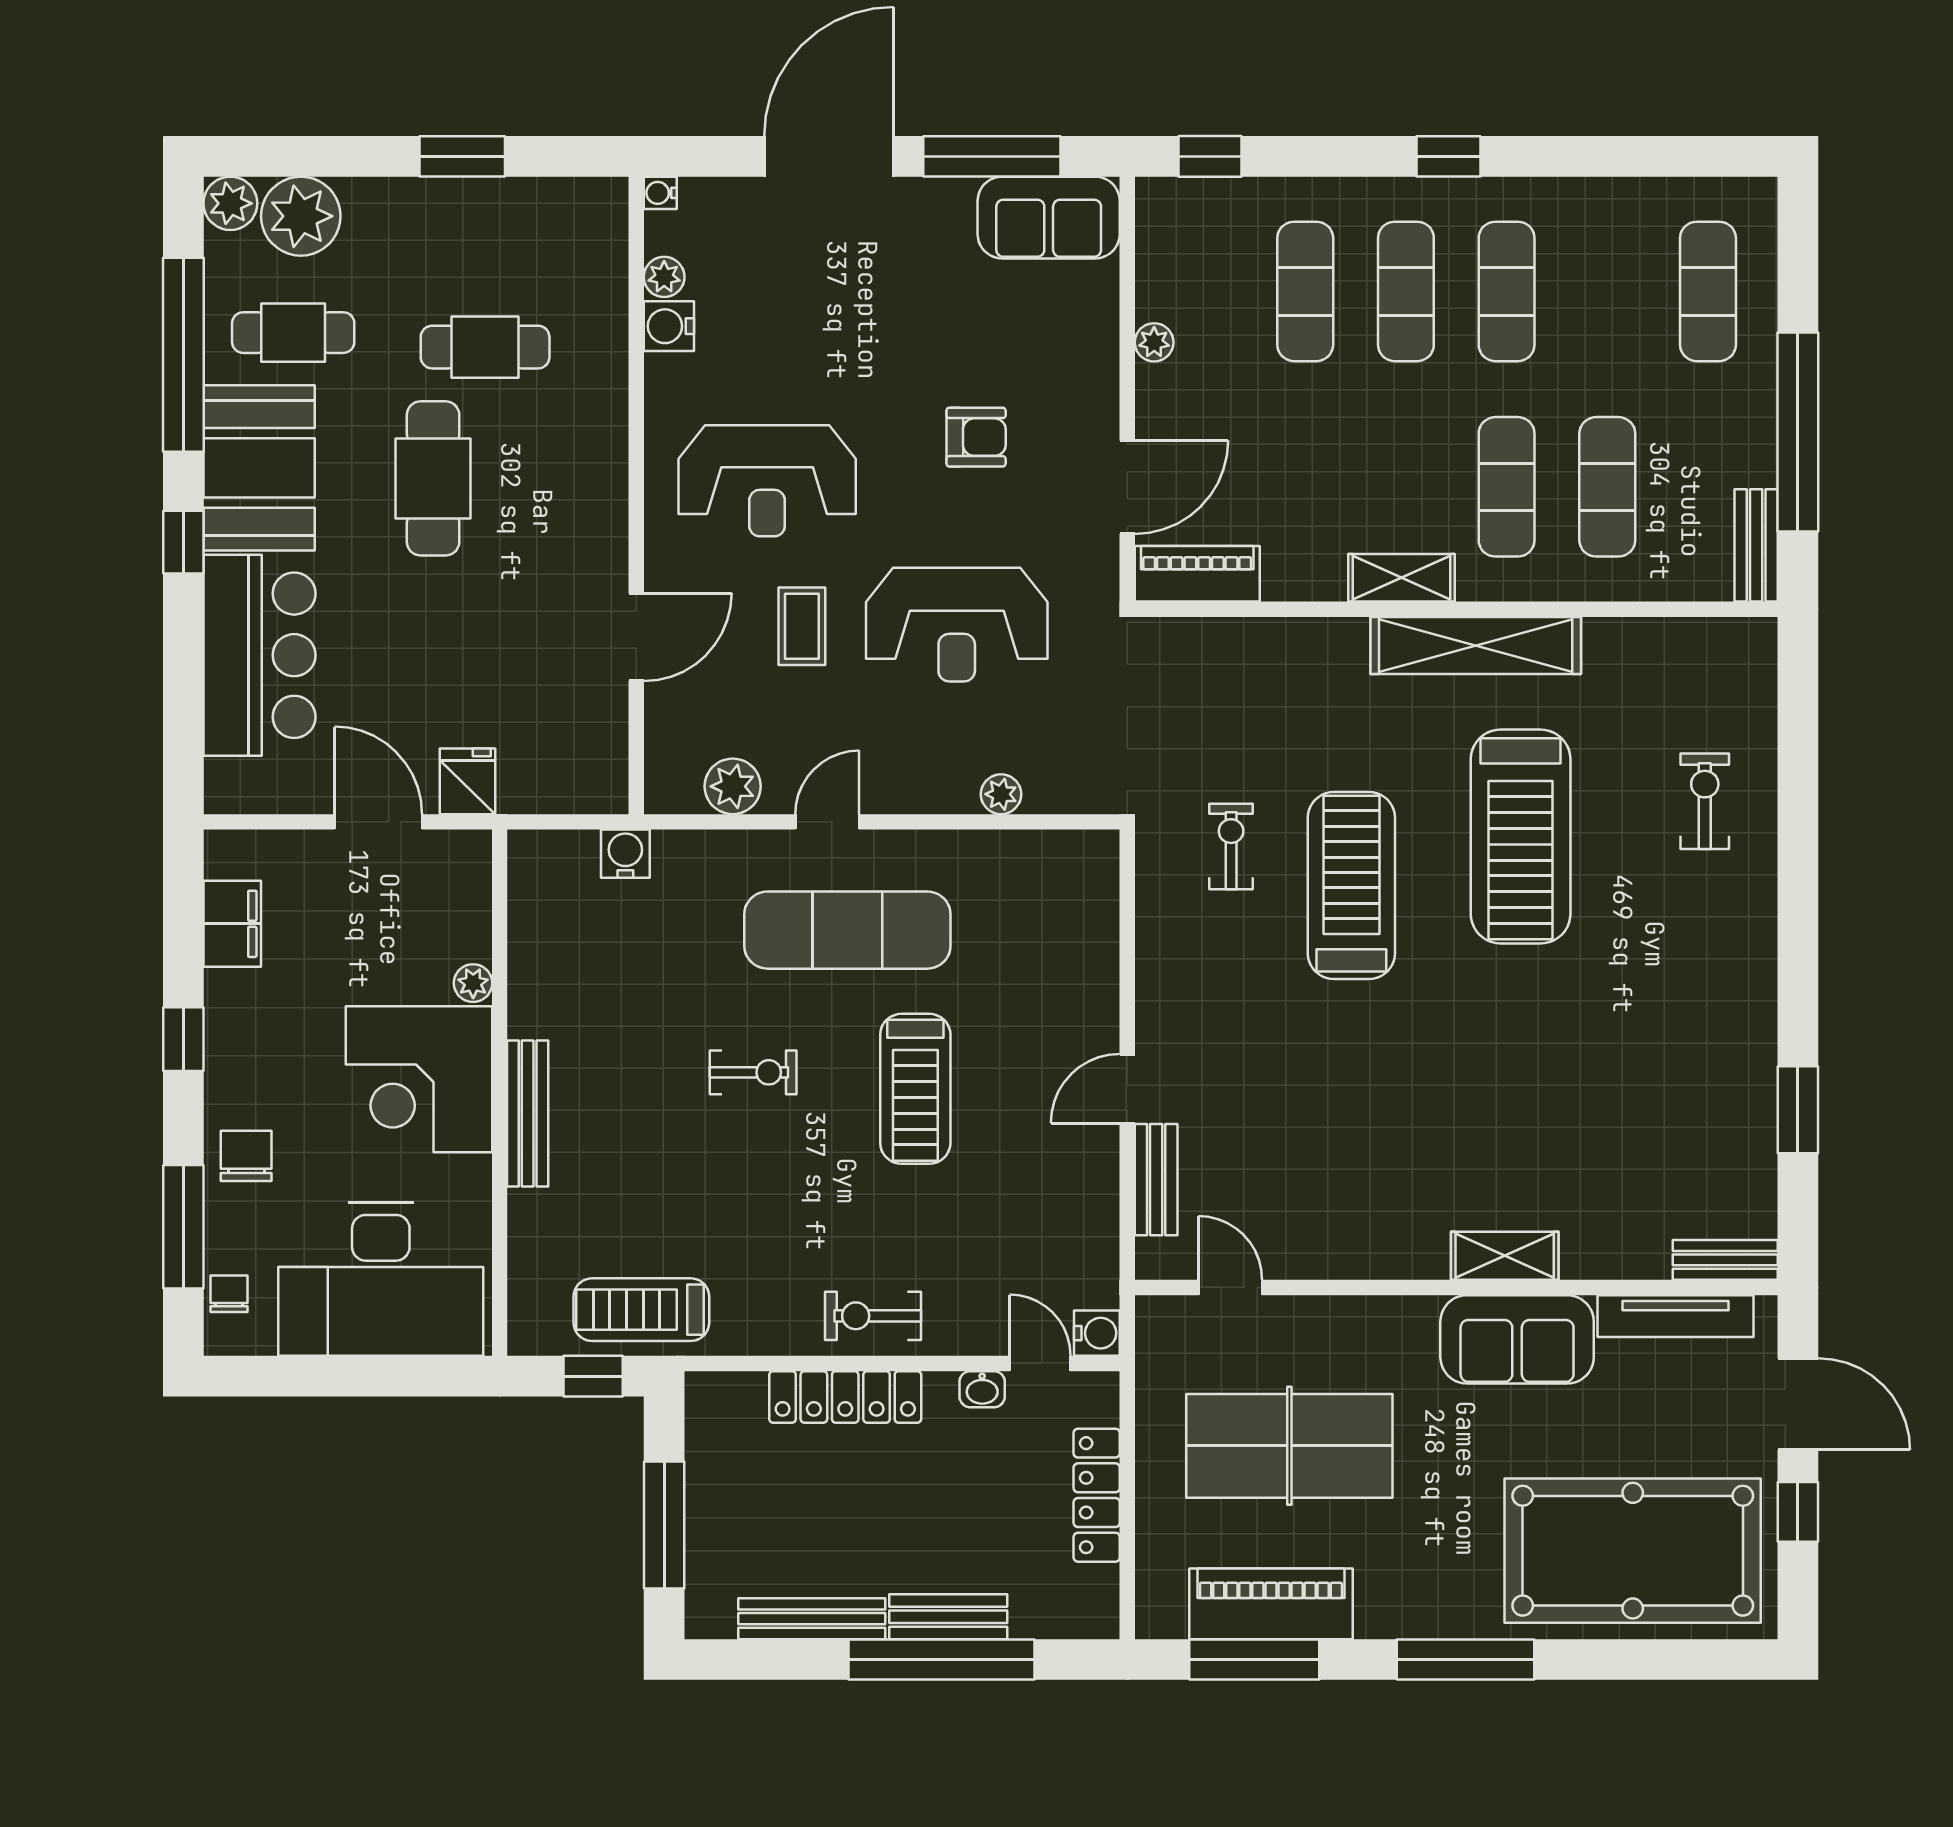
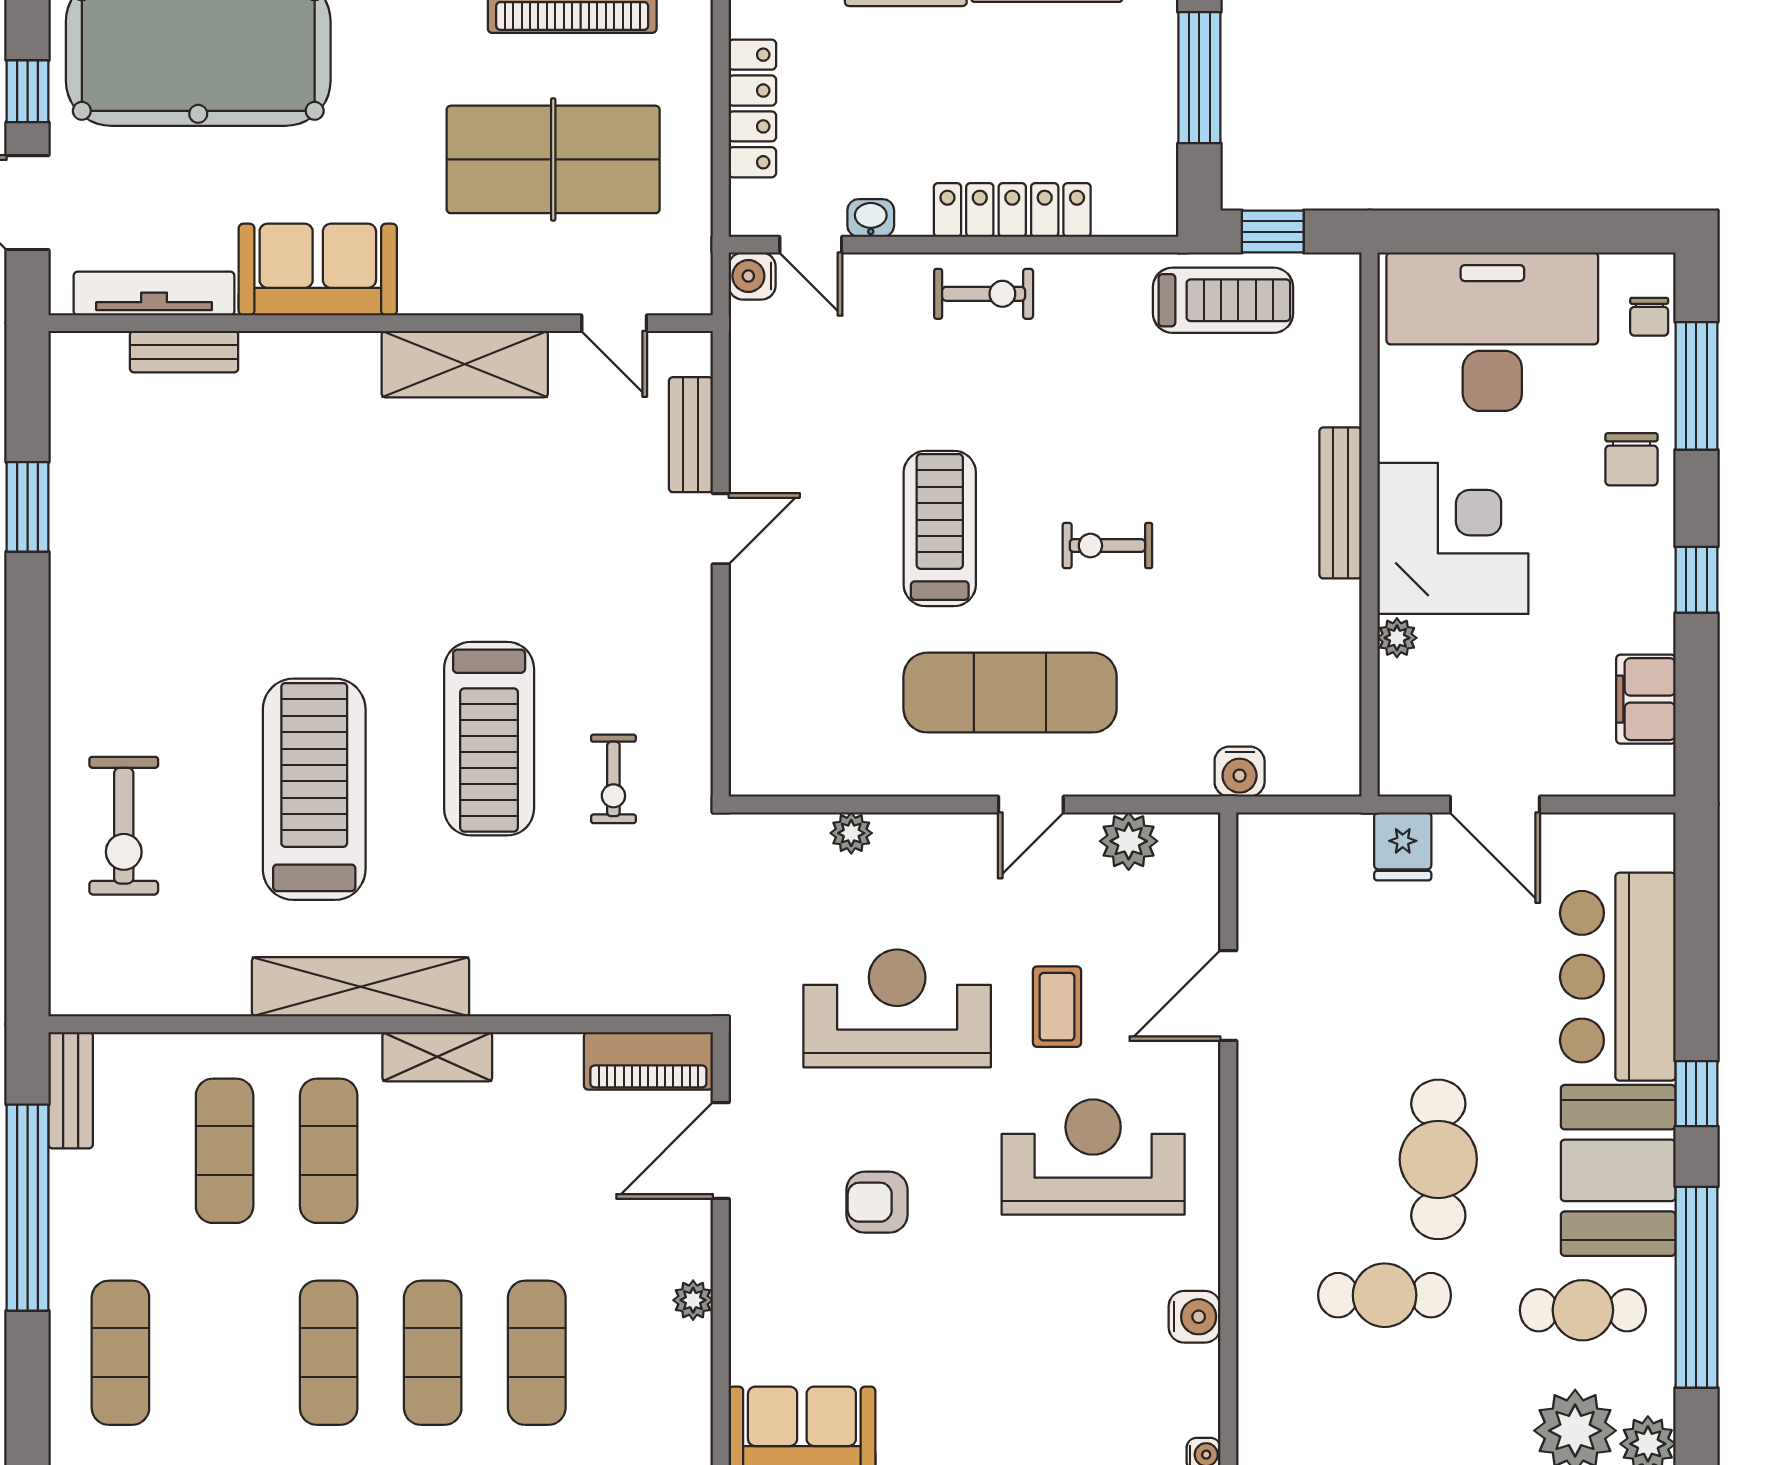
plant: (664, 277) -> (1199, 1368), removed
exercise bike: (1705, 801) -> (124, 826), width x1.38, depth x1.39
shelving: (1505, 1256) -> (465, 364), moved, width x1.50, depth x1.33
bench: (1725, 1260) -> (184, 352), moved

